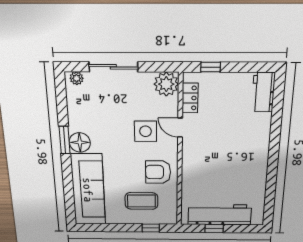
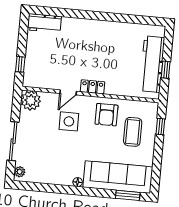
locker: (190, 98) -> (92, 87), moved
window: (65, 140) -> (128, 195), moved
floor lamp: (80, 142) -> (78, 182), width x0.53, depth x0.53

